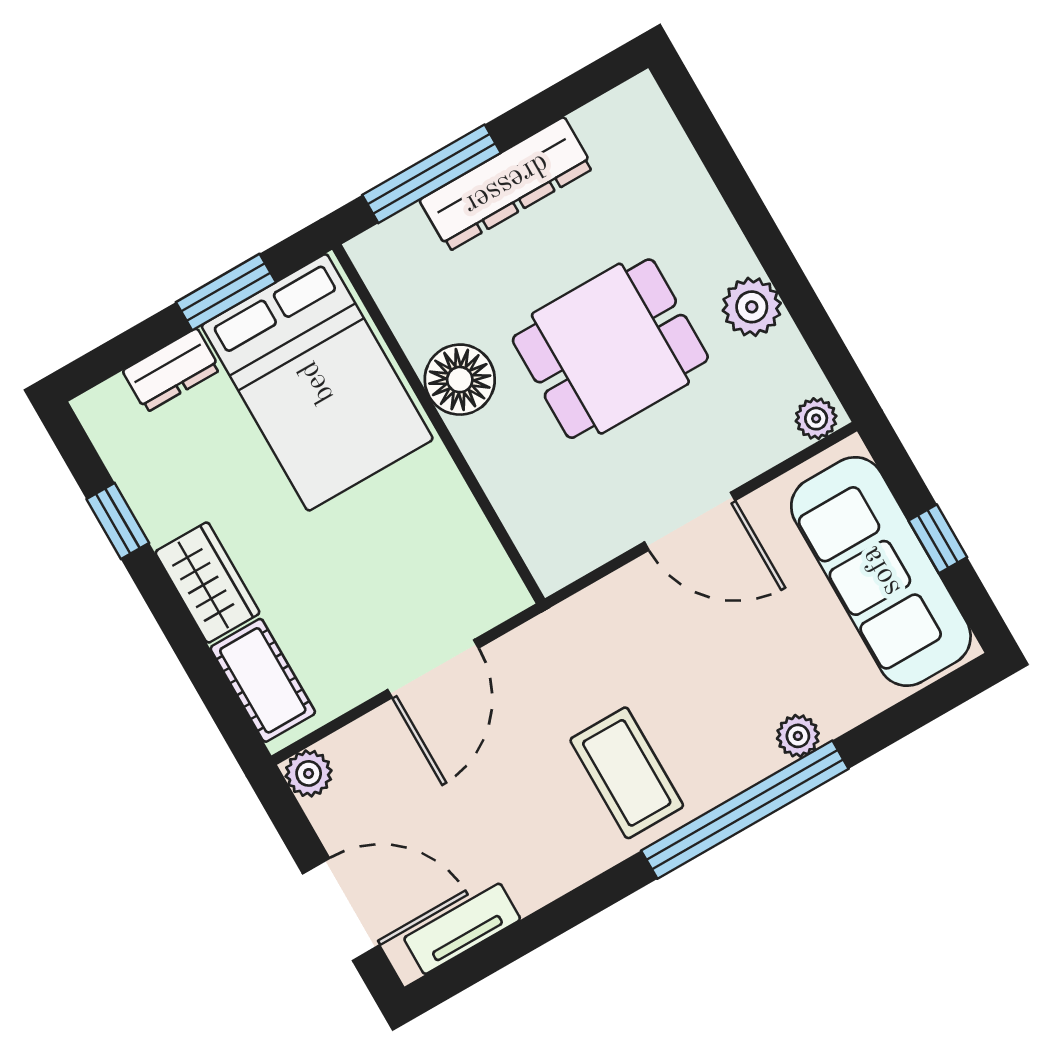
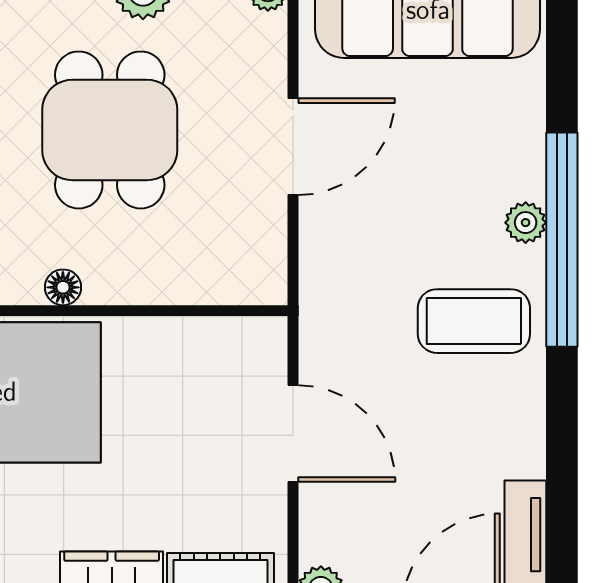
floor lamp: (460, 380) -> (63, 287), width x0.53, depth x0.53
plant: (798, 736) -> (526, 223), moved

